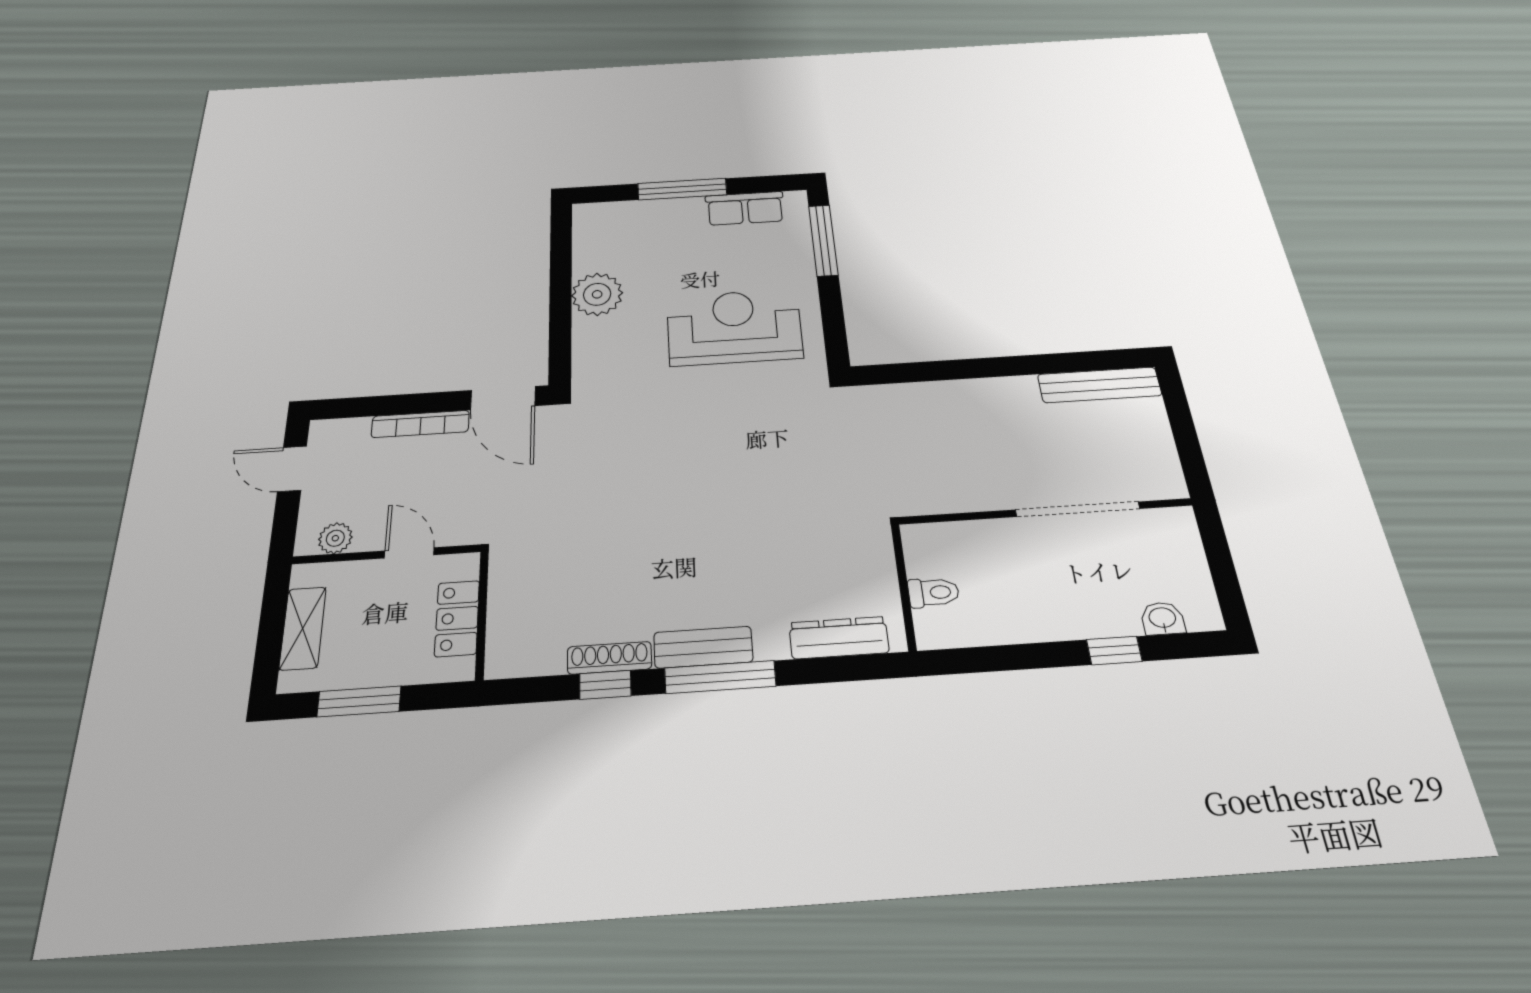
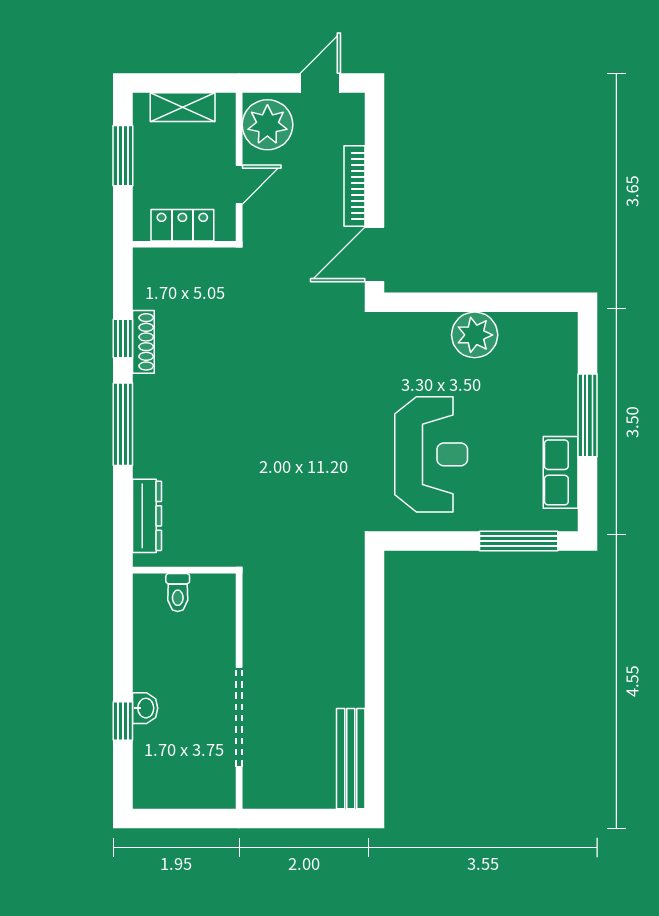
plant: (335, 538) -> (267, 125), width x1.87, depth x1.87
washbasin: (1163, 618) -> (145, 708), moved
bench: (703, 647) -> (147, 413), removed

